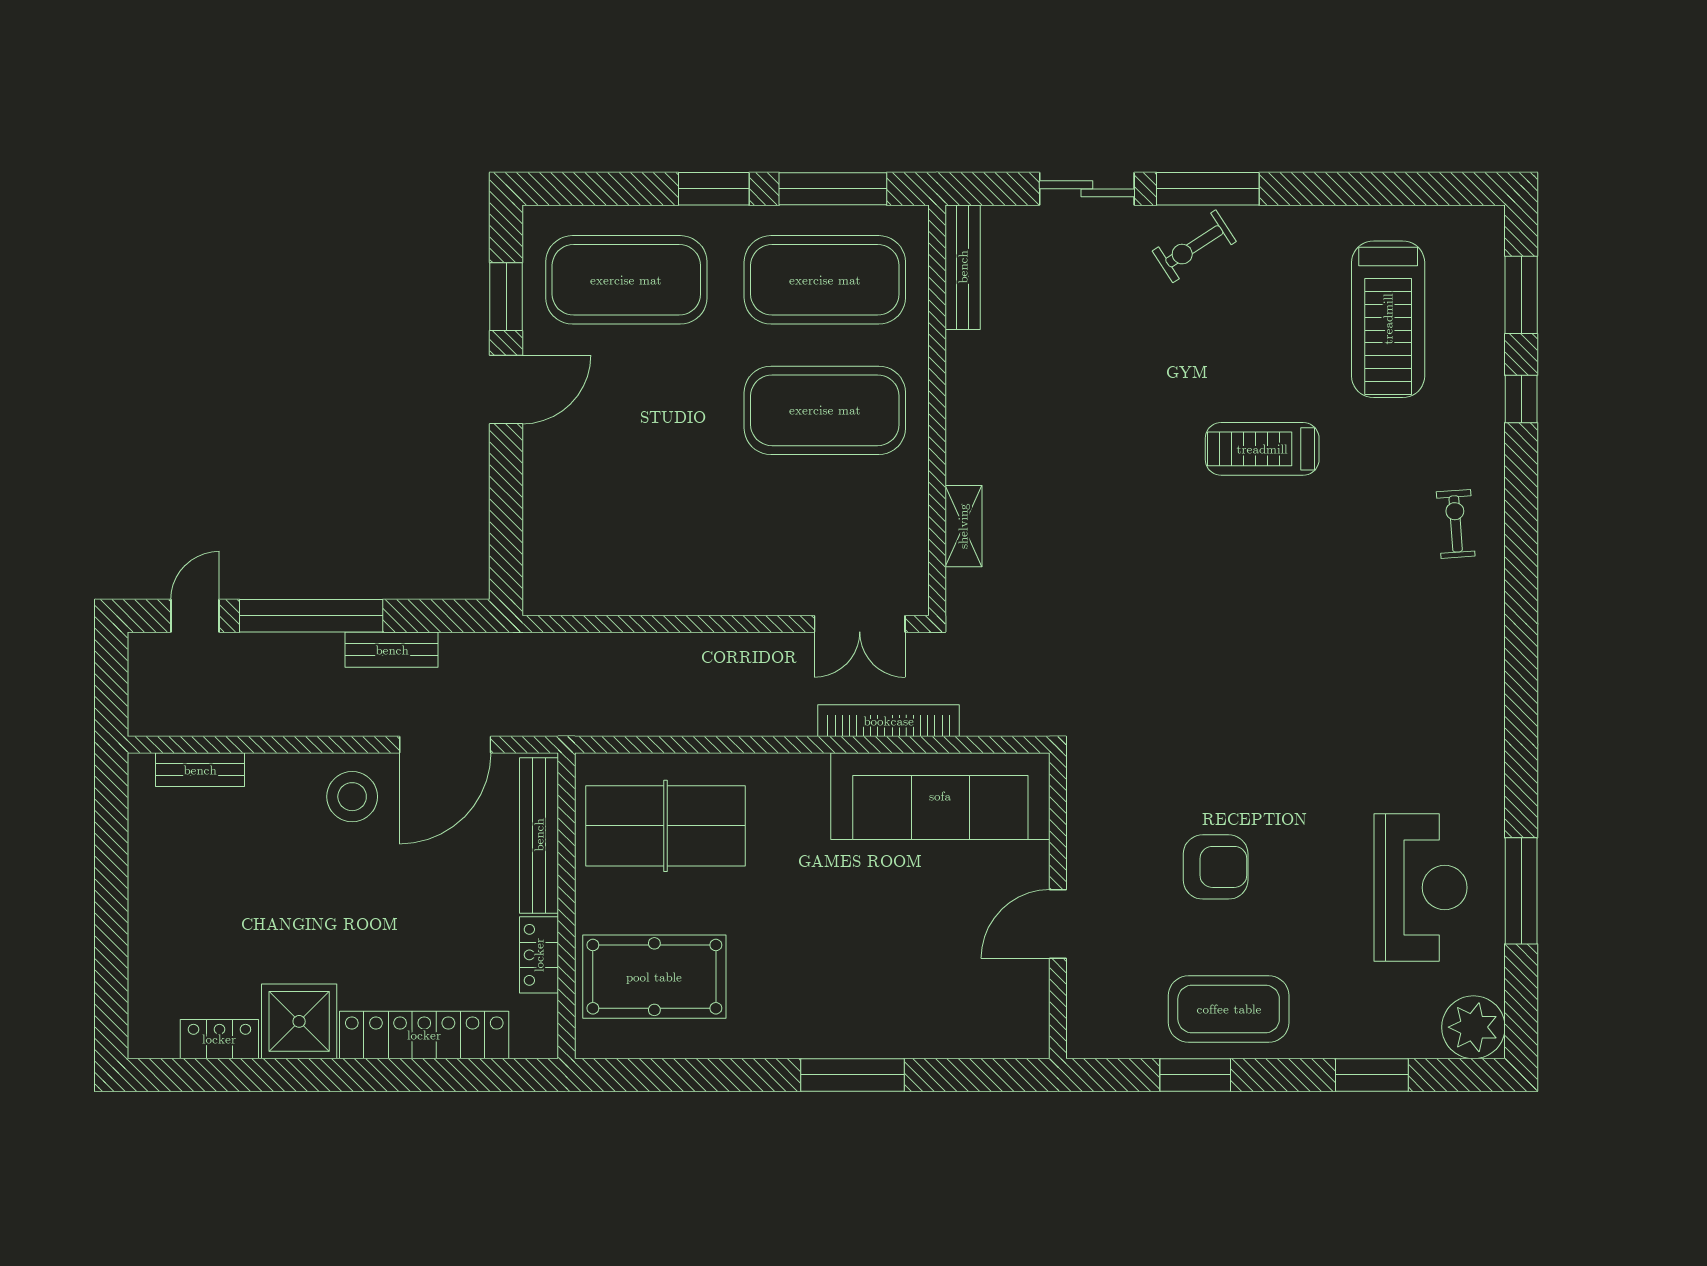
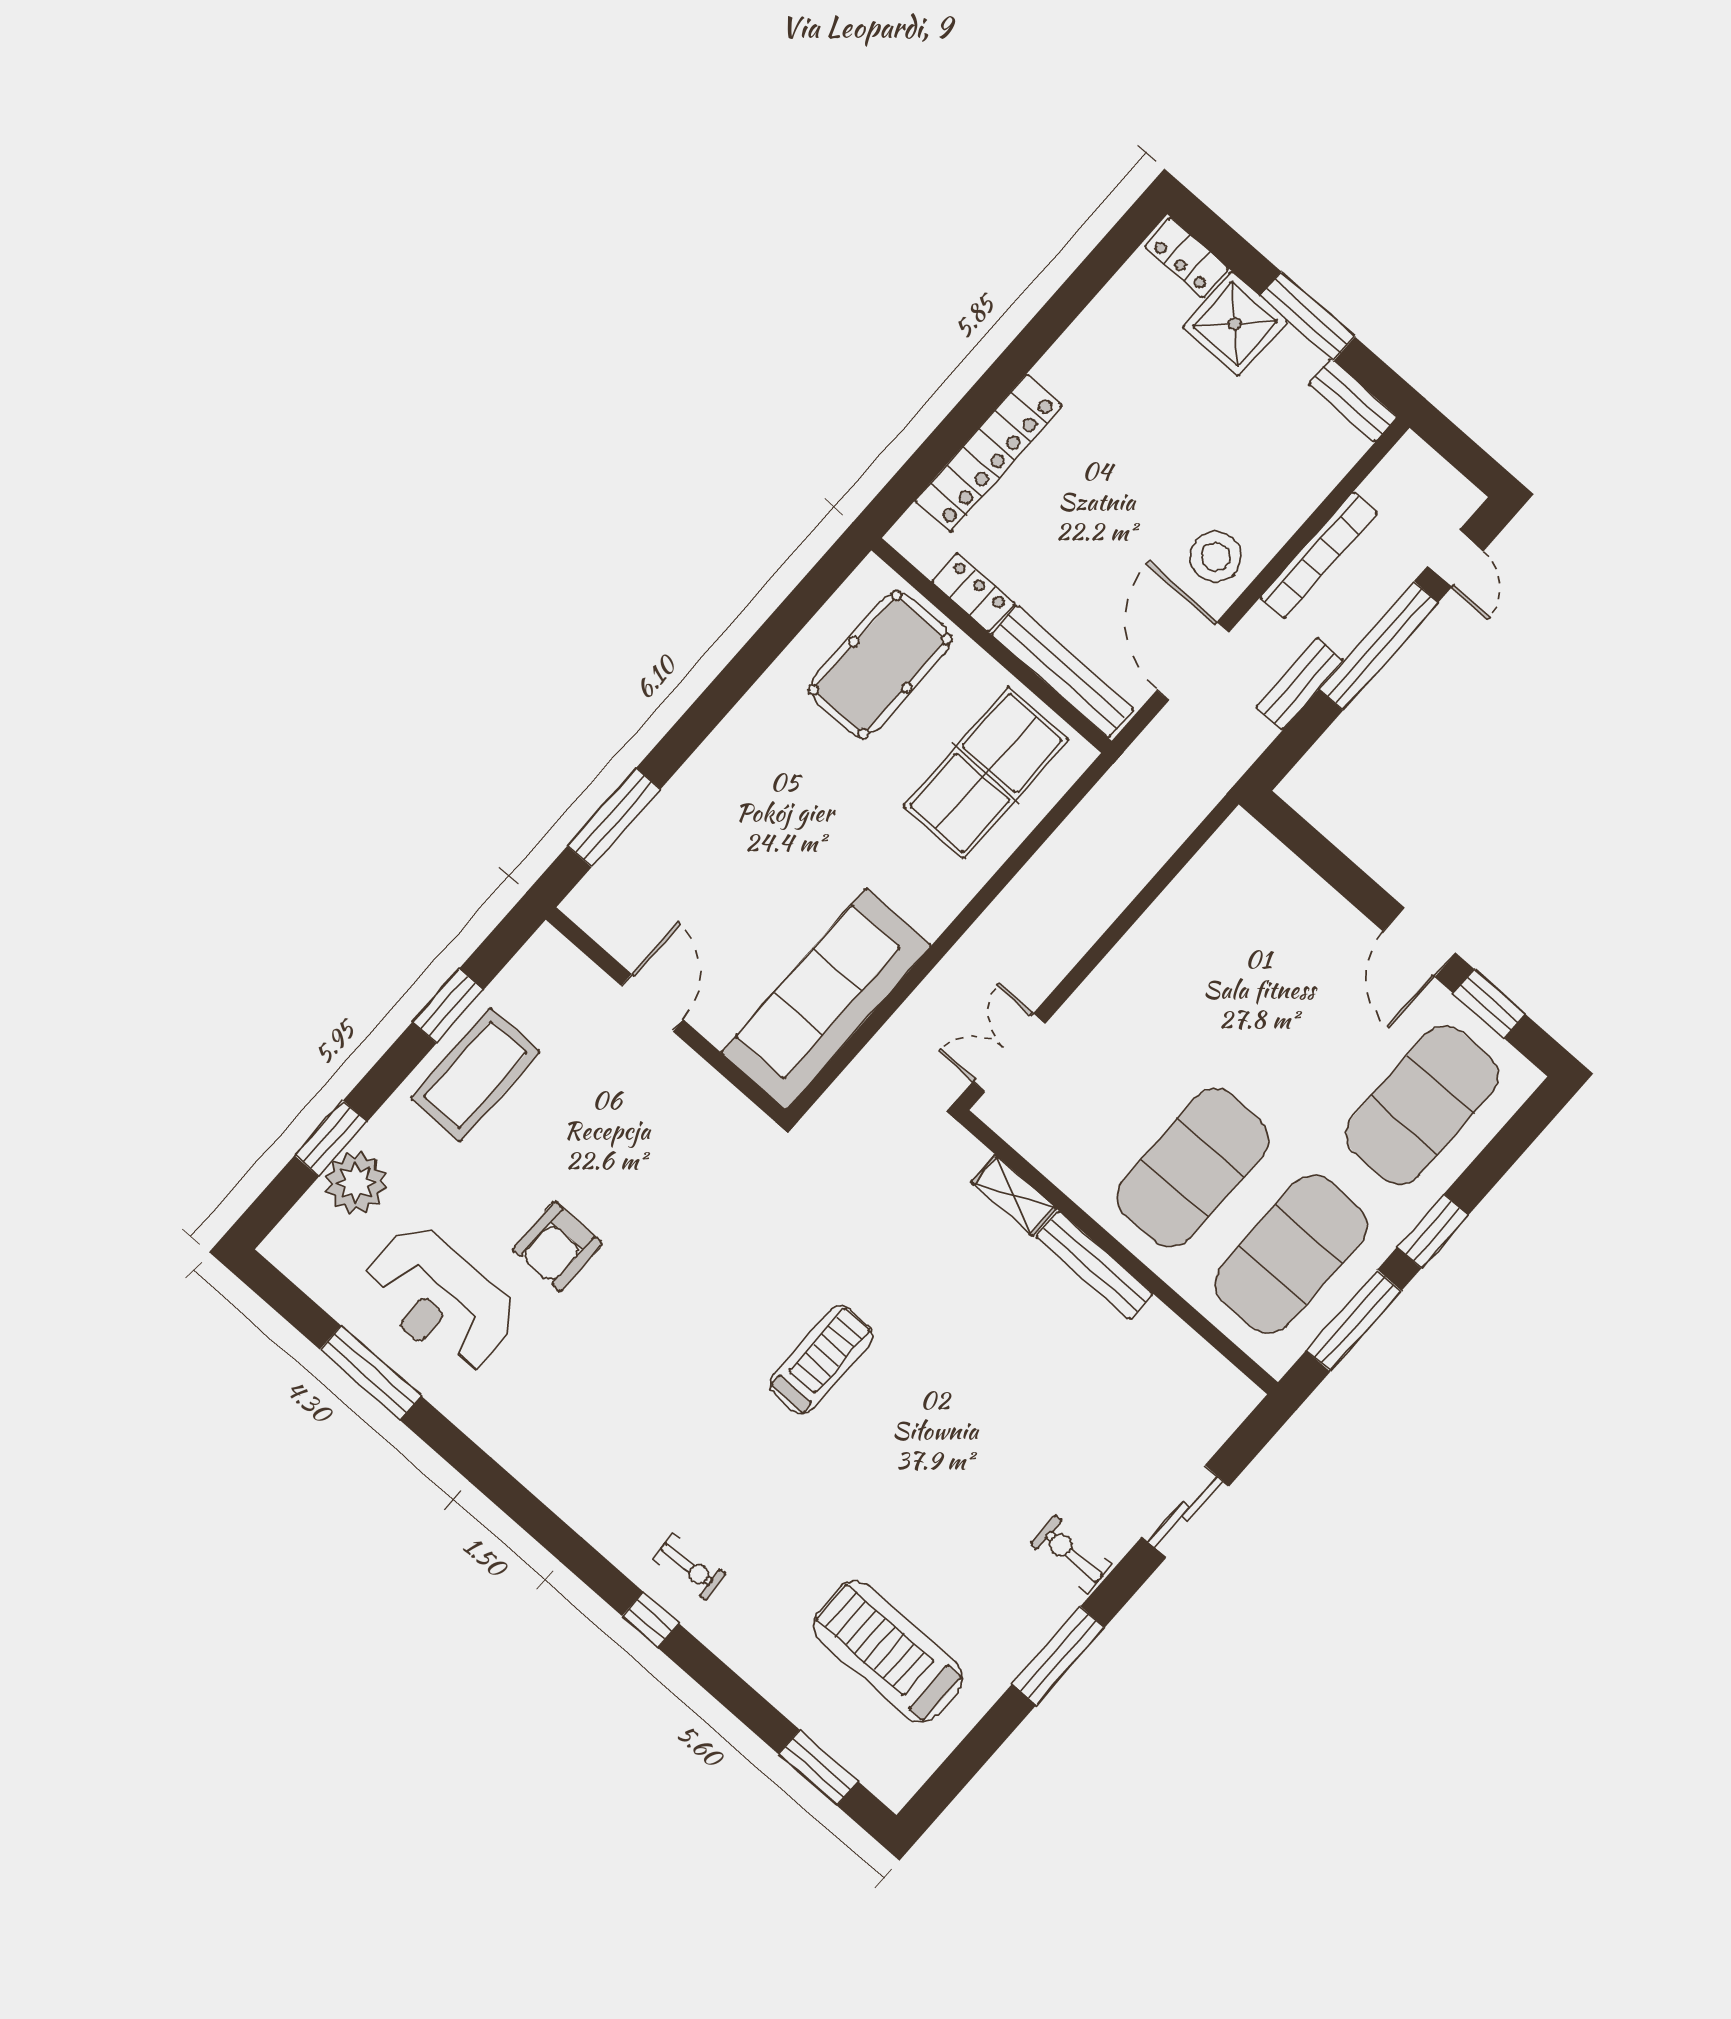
window: (1208, 189) -> (1058, 1656), moved
exercise bike: (1194, 246) -> (1071, 1554), turned -57
bench: (963, 267) -> (1094, 1265), moved
window: (1521, 399) -> (651, 1620), moved
treadmill: (1262, 449) -> (821, 1360), moved
bookcase: (889, 721) -> (1318, 555), moved
bench: (200, 770) -> (1353, 400), moved, turned 90
armchair: (1216, 867) -> (557, 1246), moved
window: (111, 887) -> (1307, 316), added
shower: (299, 1021) -> (1235, 324), moved
plant: (1473, 1027) -> (356, 1183), moved
locker: (219, 1039) -> (1187, 258), moved, turned 90
window: (853, 1075) -> (614, 818), moved

